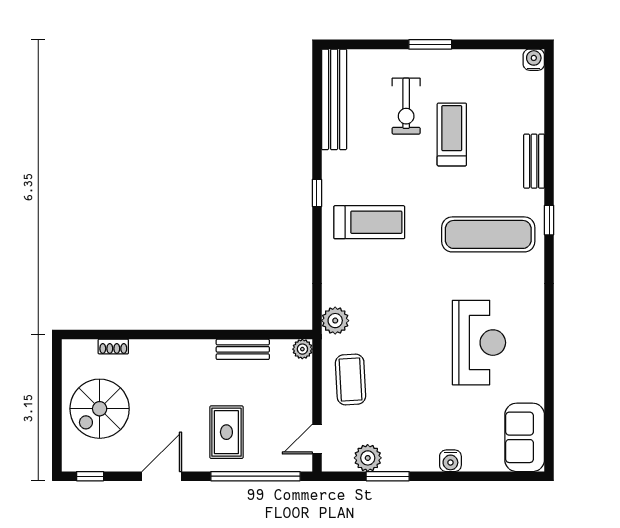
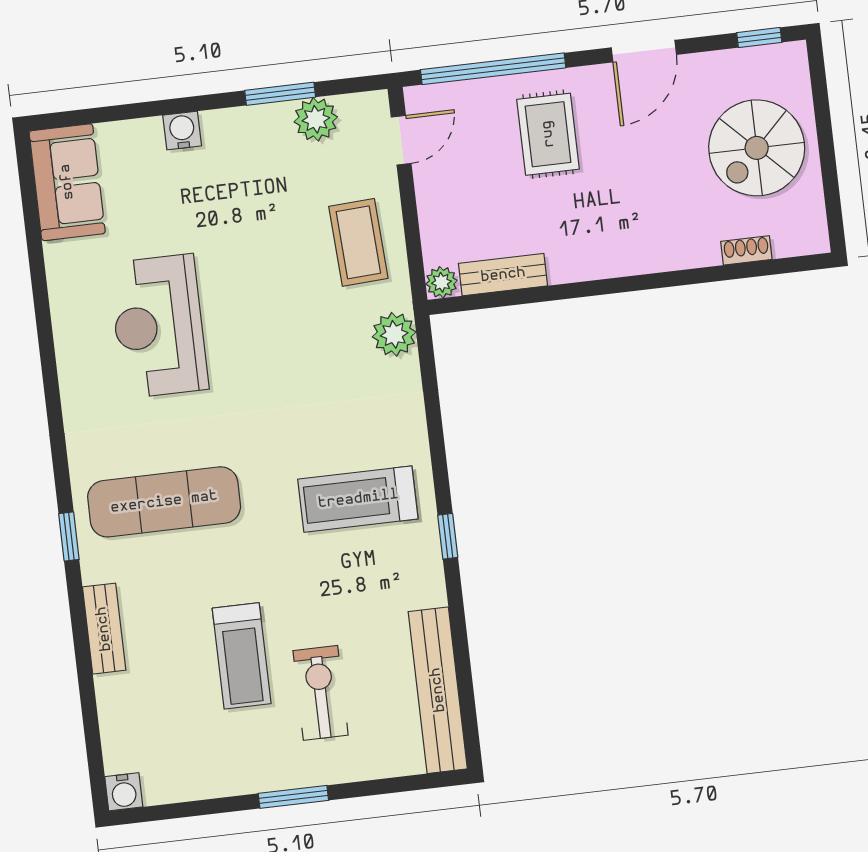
bench: (243, 349) -> (503, 275), moved
spiral stairs: (100, 409) -> (757, 148), turned 180

